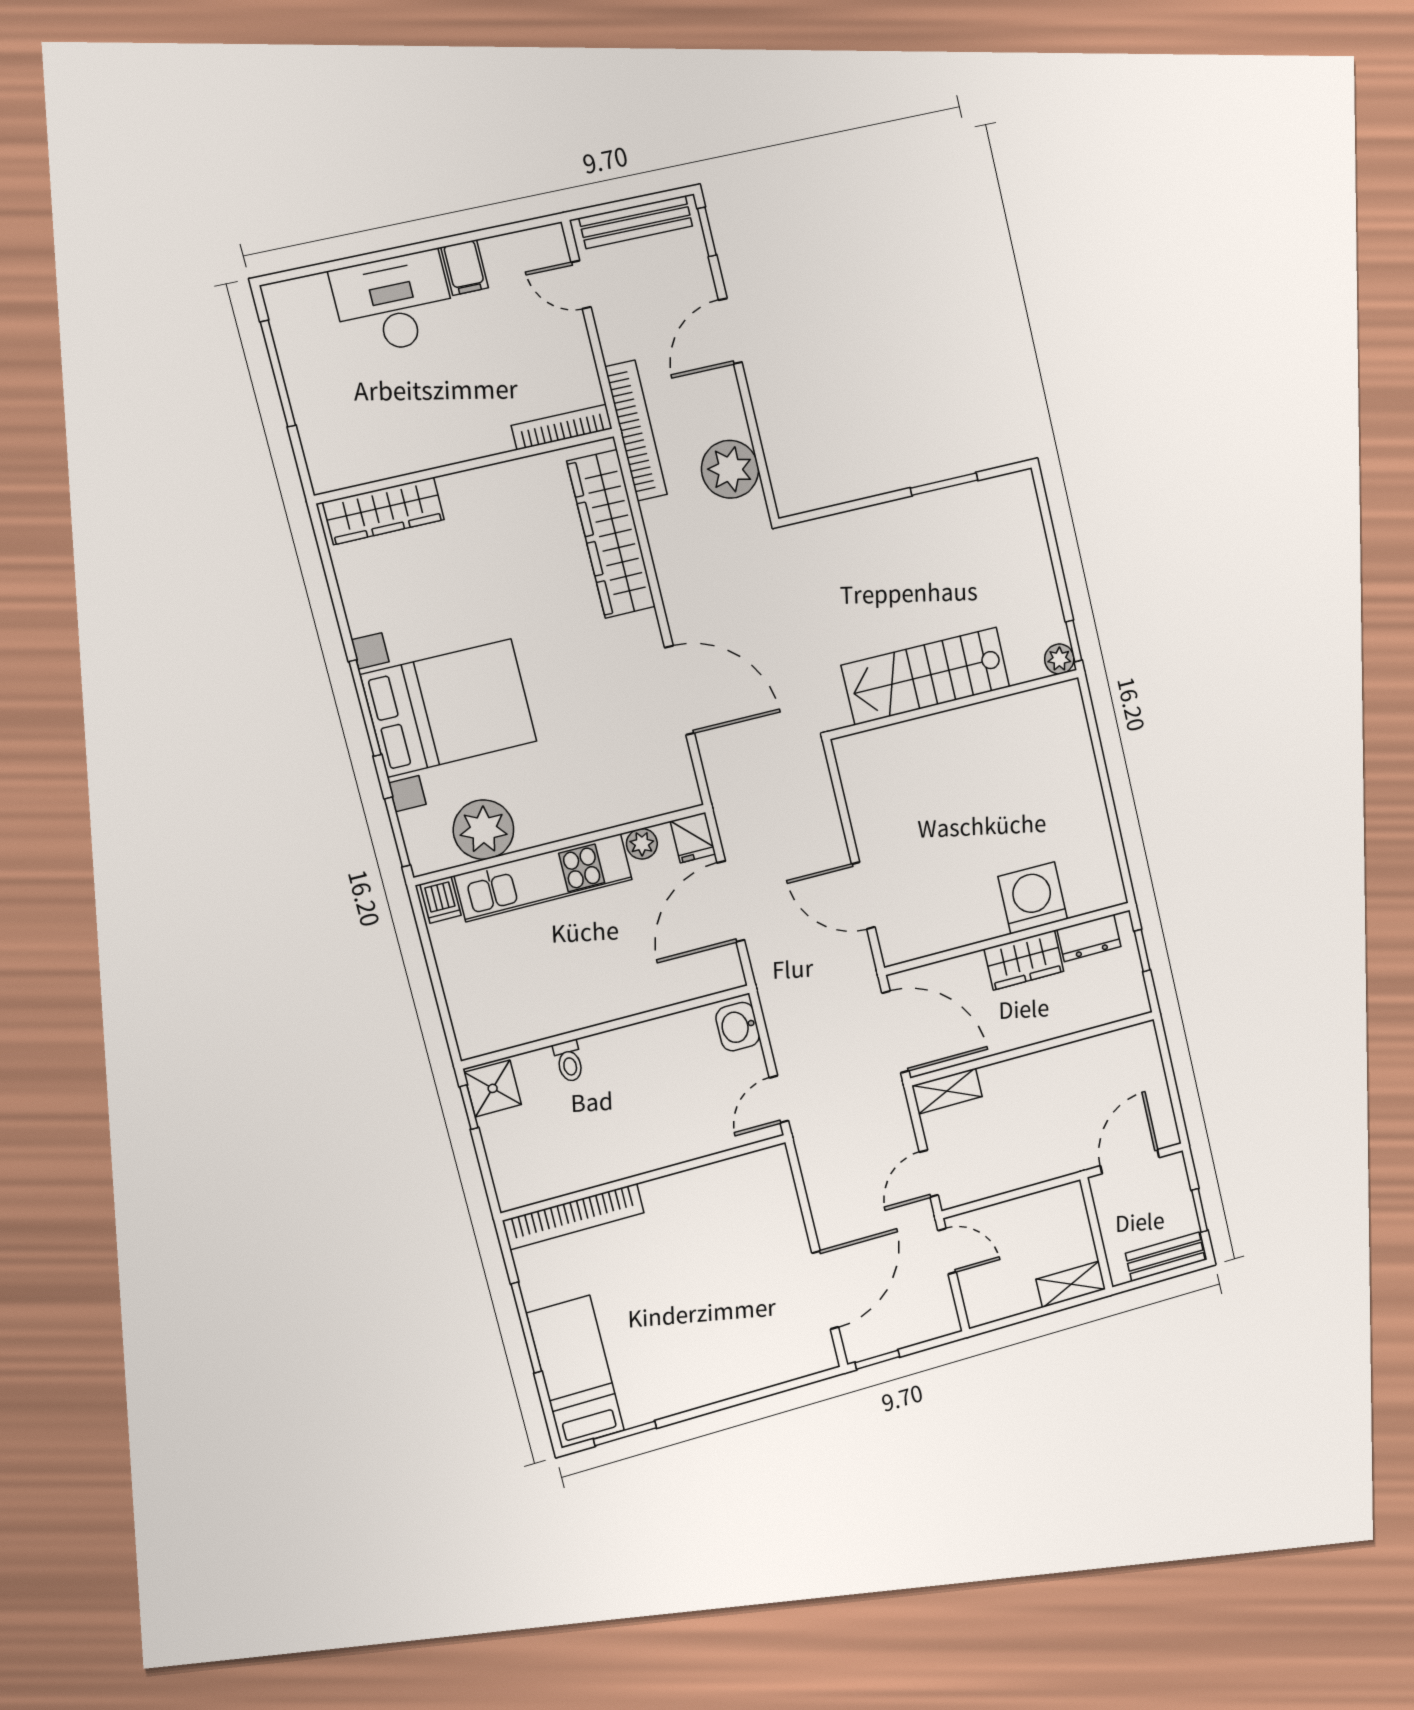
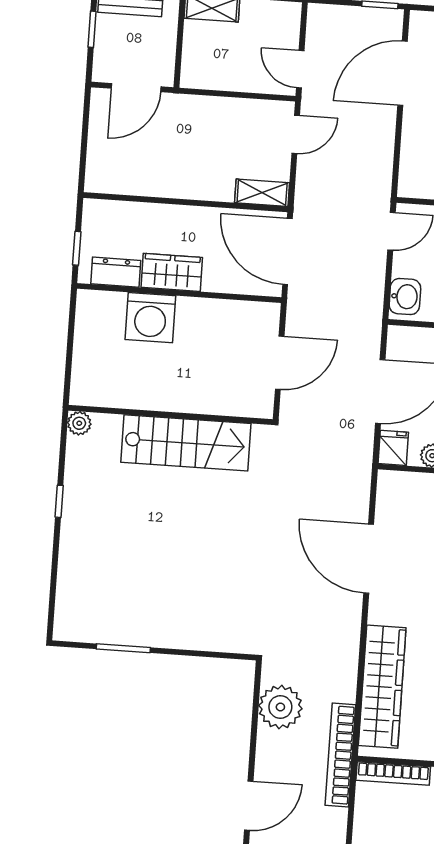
plant: (1059, 659) -> (79, 423), moved
stairs: (926, 676) -> (186, 443), moved
wall: (954, 704) -> (171, 415), moved
door: (863, 896) -> (280, 363), hinge flipped

